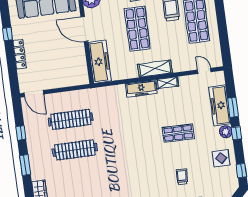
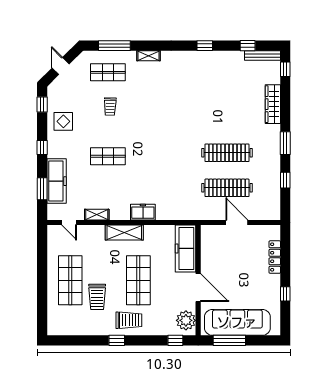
locker: (20, 54) -> (275, 257), moved
shelving: (167, 83) -> (97, 215), moved
freezer: (141, 89) -> (143, 212), width x0.71
door: (34, 94) -> (237, 222), moved
window: (233, 107) -> (42, 189), moved
plant: (226, 132) -> (54, 151), removed

